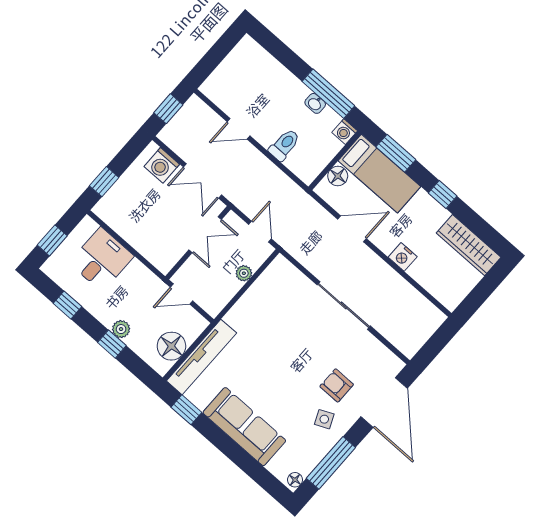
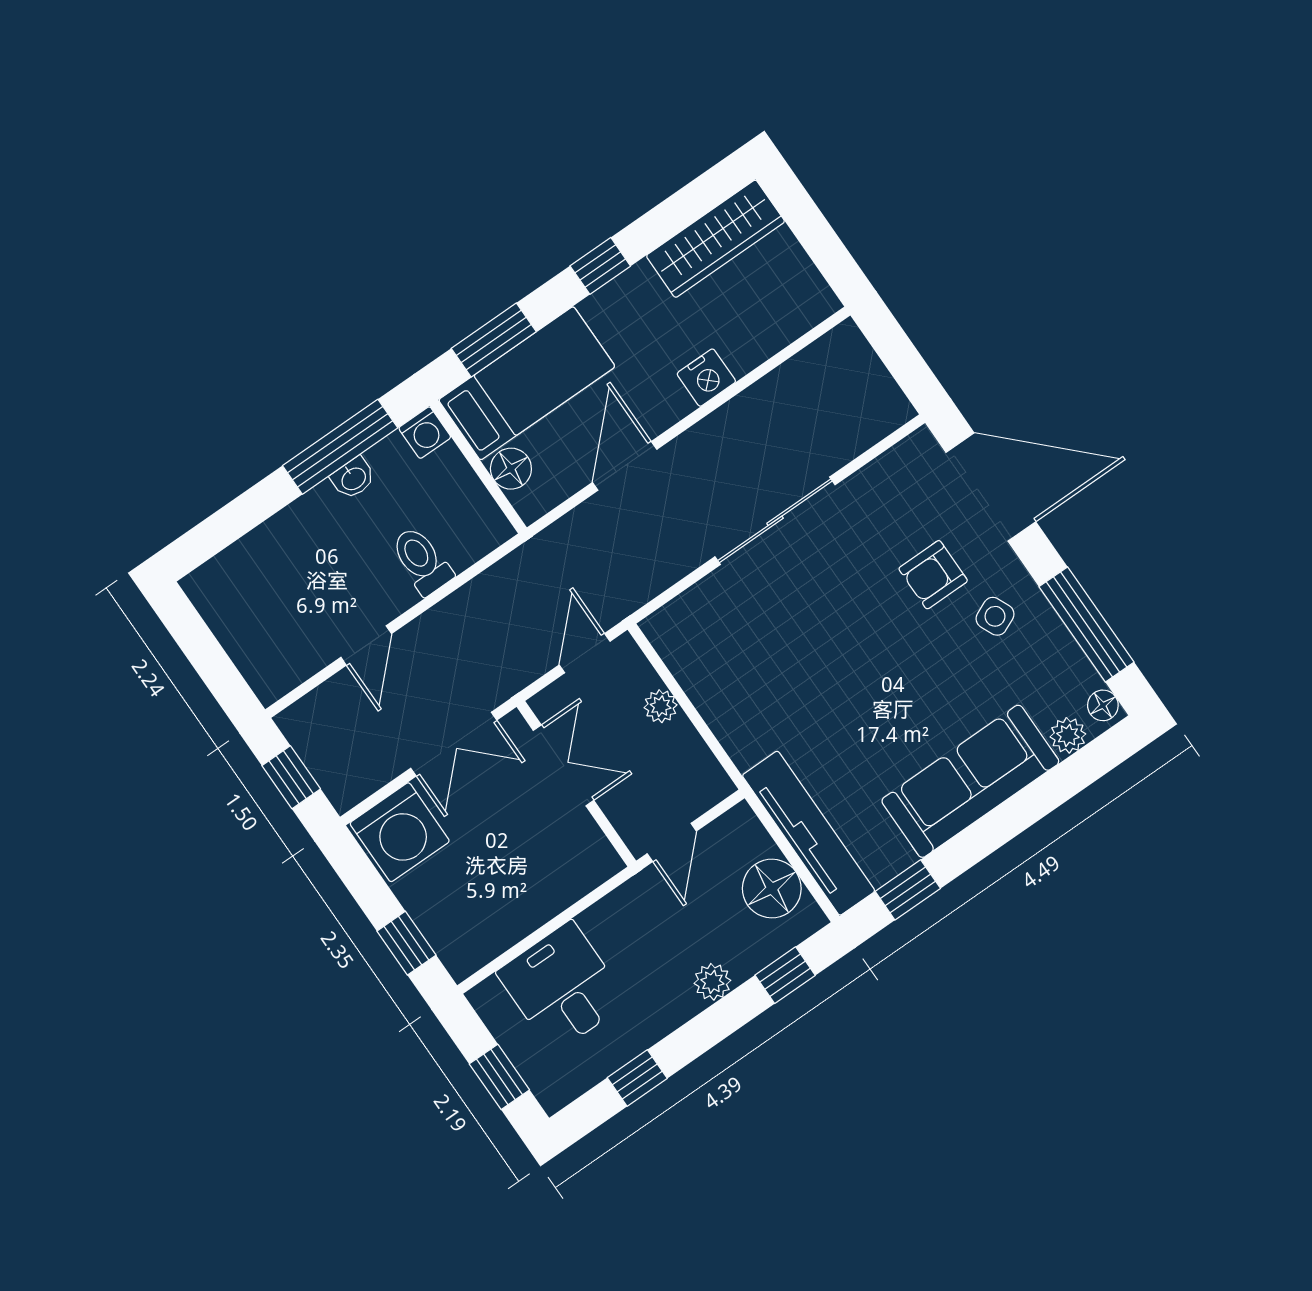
washing machine: (162, 165) -> (400, 832), width x1.37, depth x1.37
door: (260, 232) -> (585, 653), hinge flipped
window: (112, 344) -> (785, 975), moved
plant: (277, 467) -> (1068, 735), added

